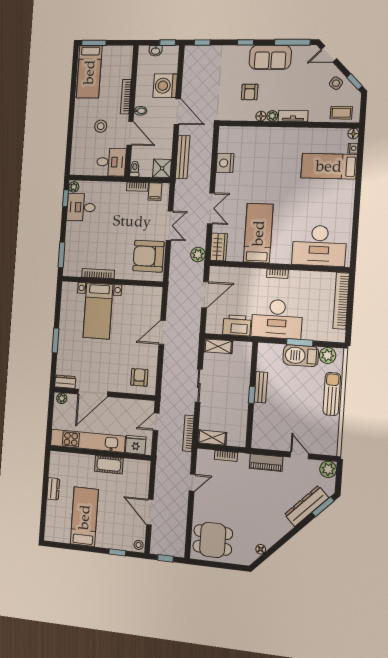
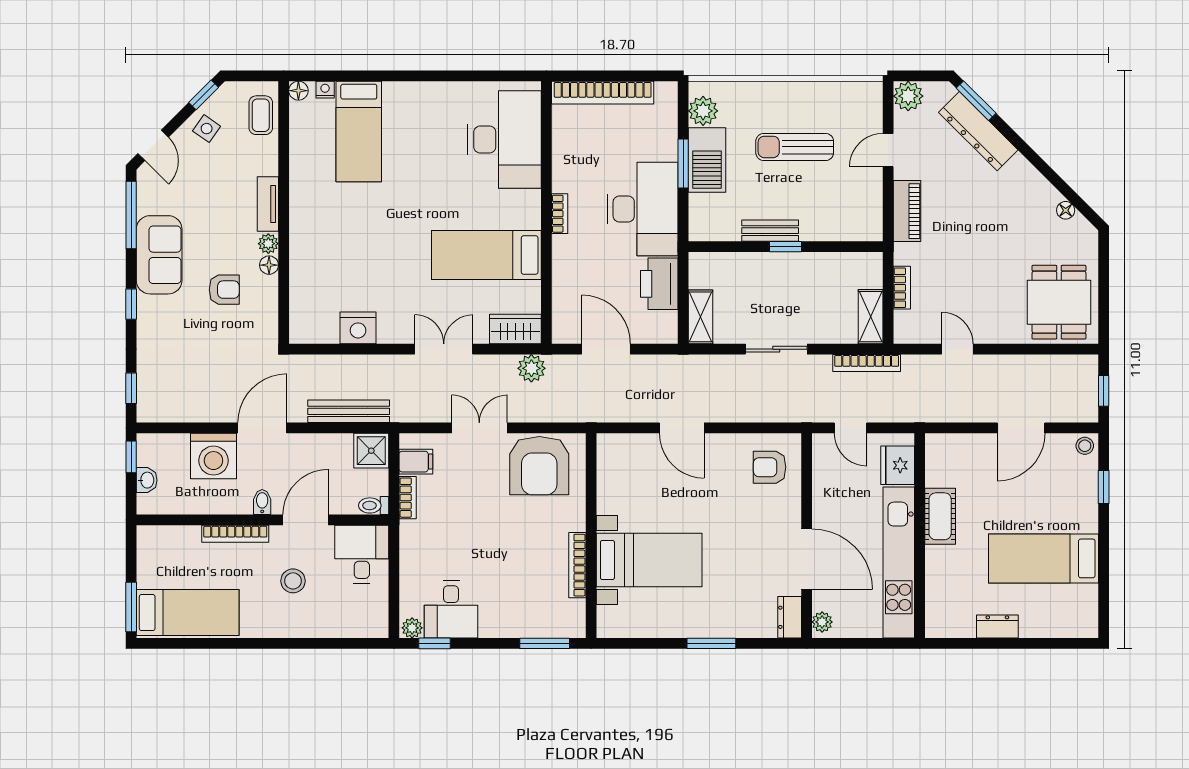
sun lounger: (332, 394) -> (795, 147), moved

